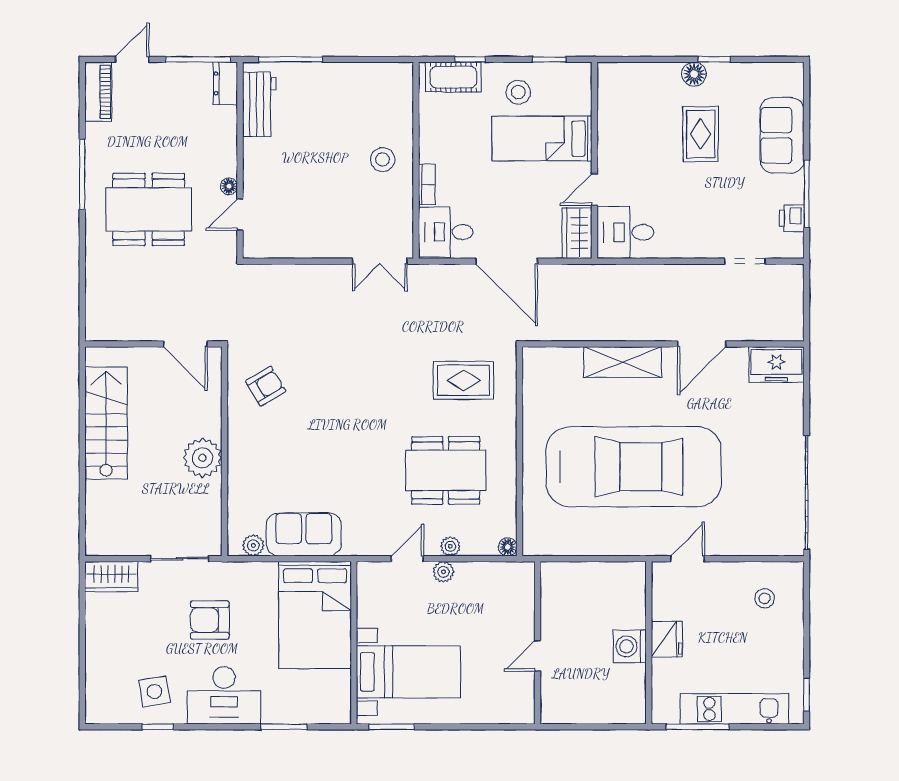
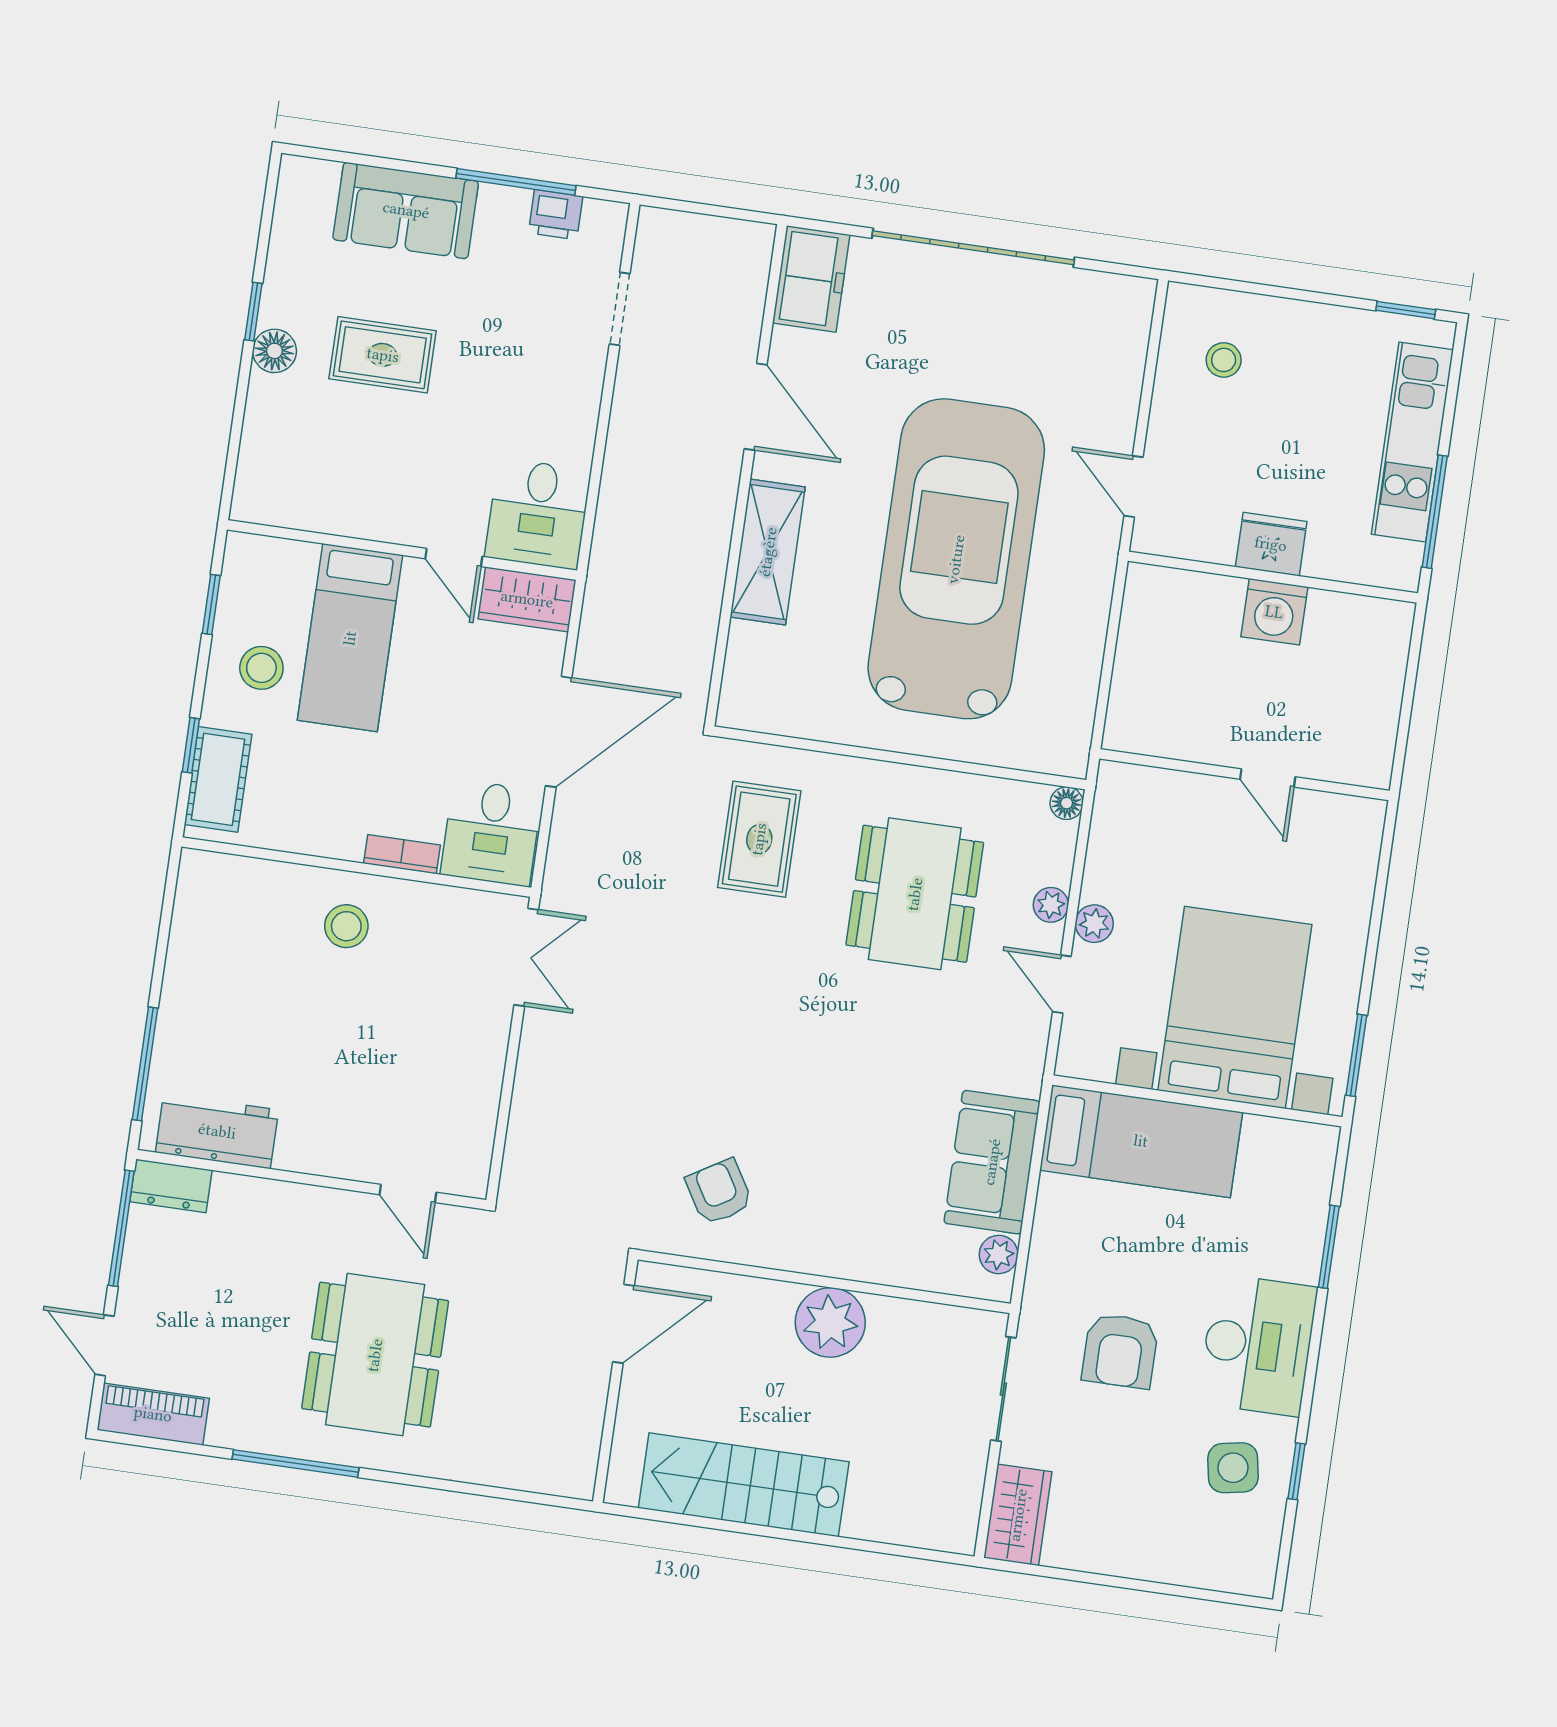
floor lamp: (229, 186) -> (355, 1206), removed
garage door: (807, 492) -> (973, 248), moved
bed: (315, 615) -> (1141, 1141), width x0.67
bed with nightstands: (408, 672) -> (1235, 1007), width x1.36

